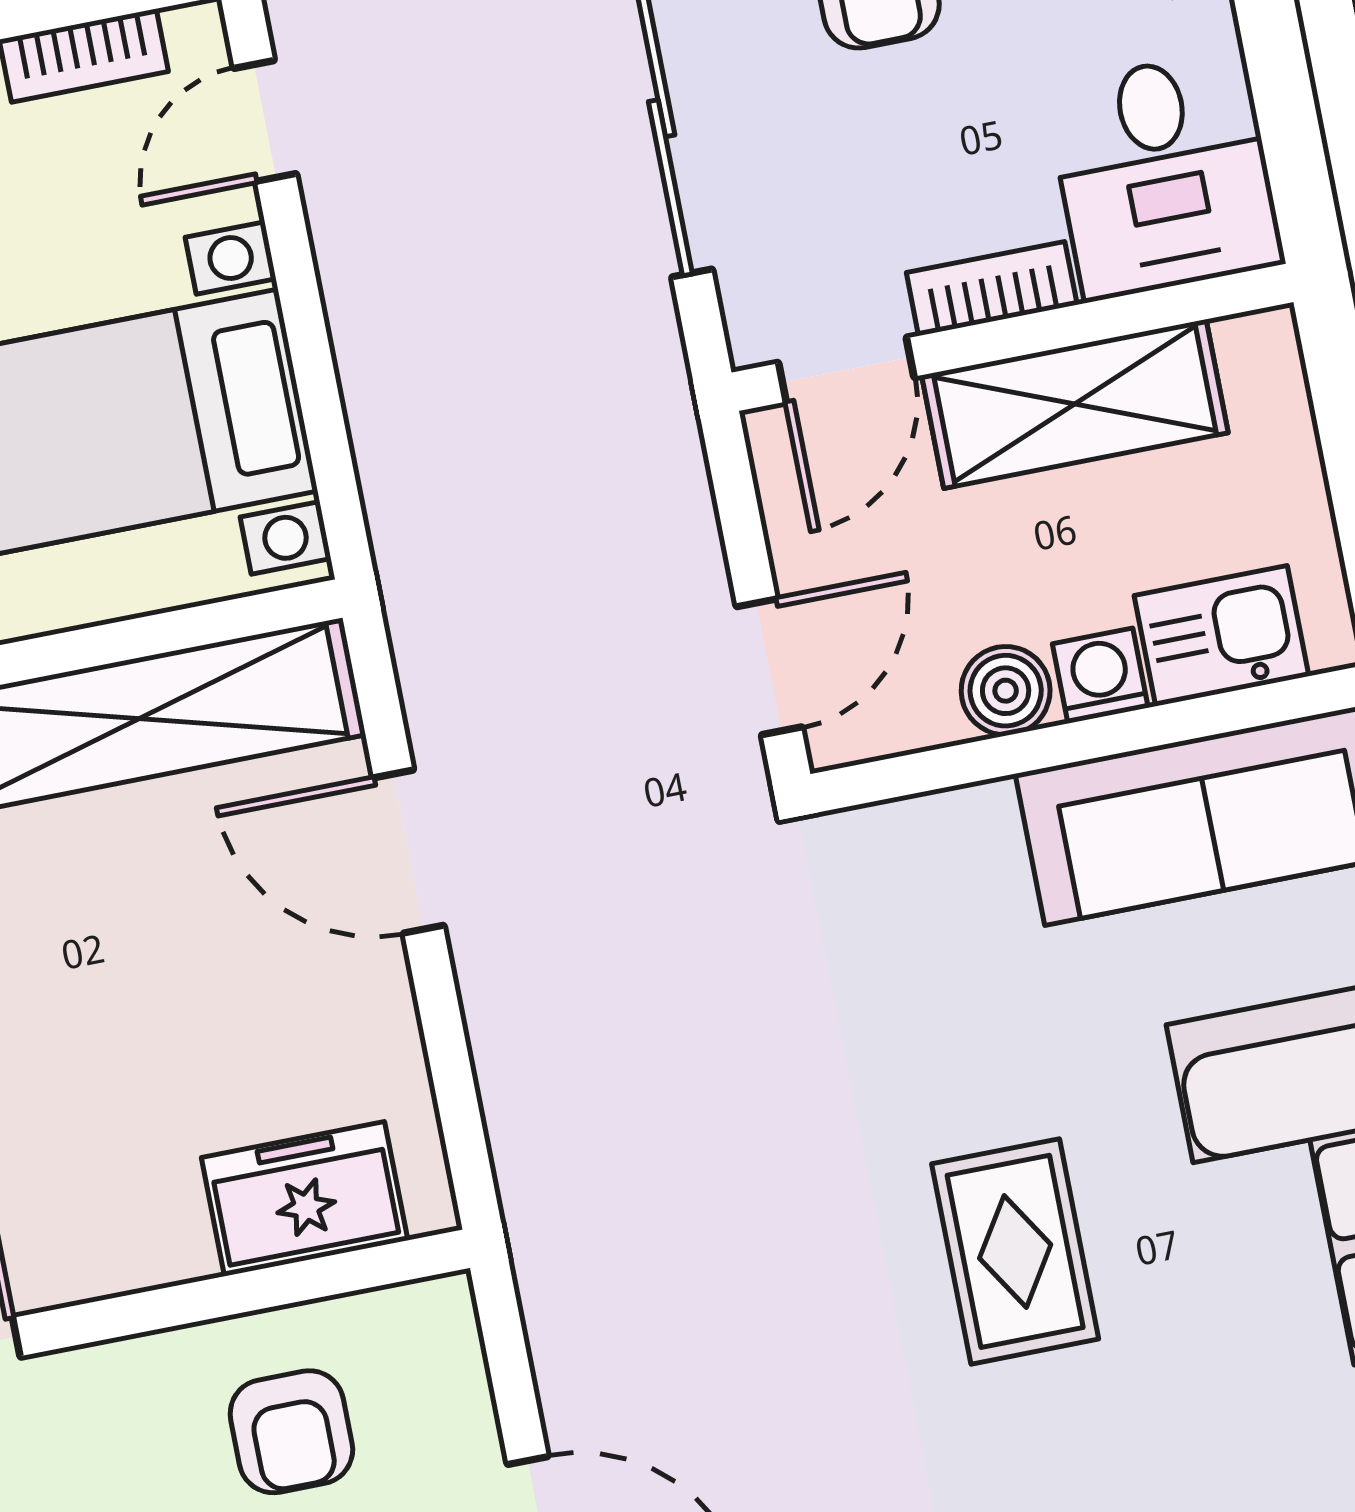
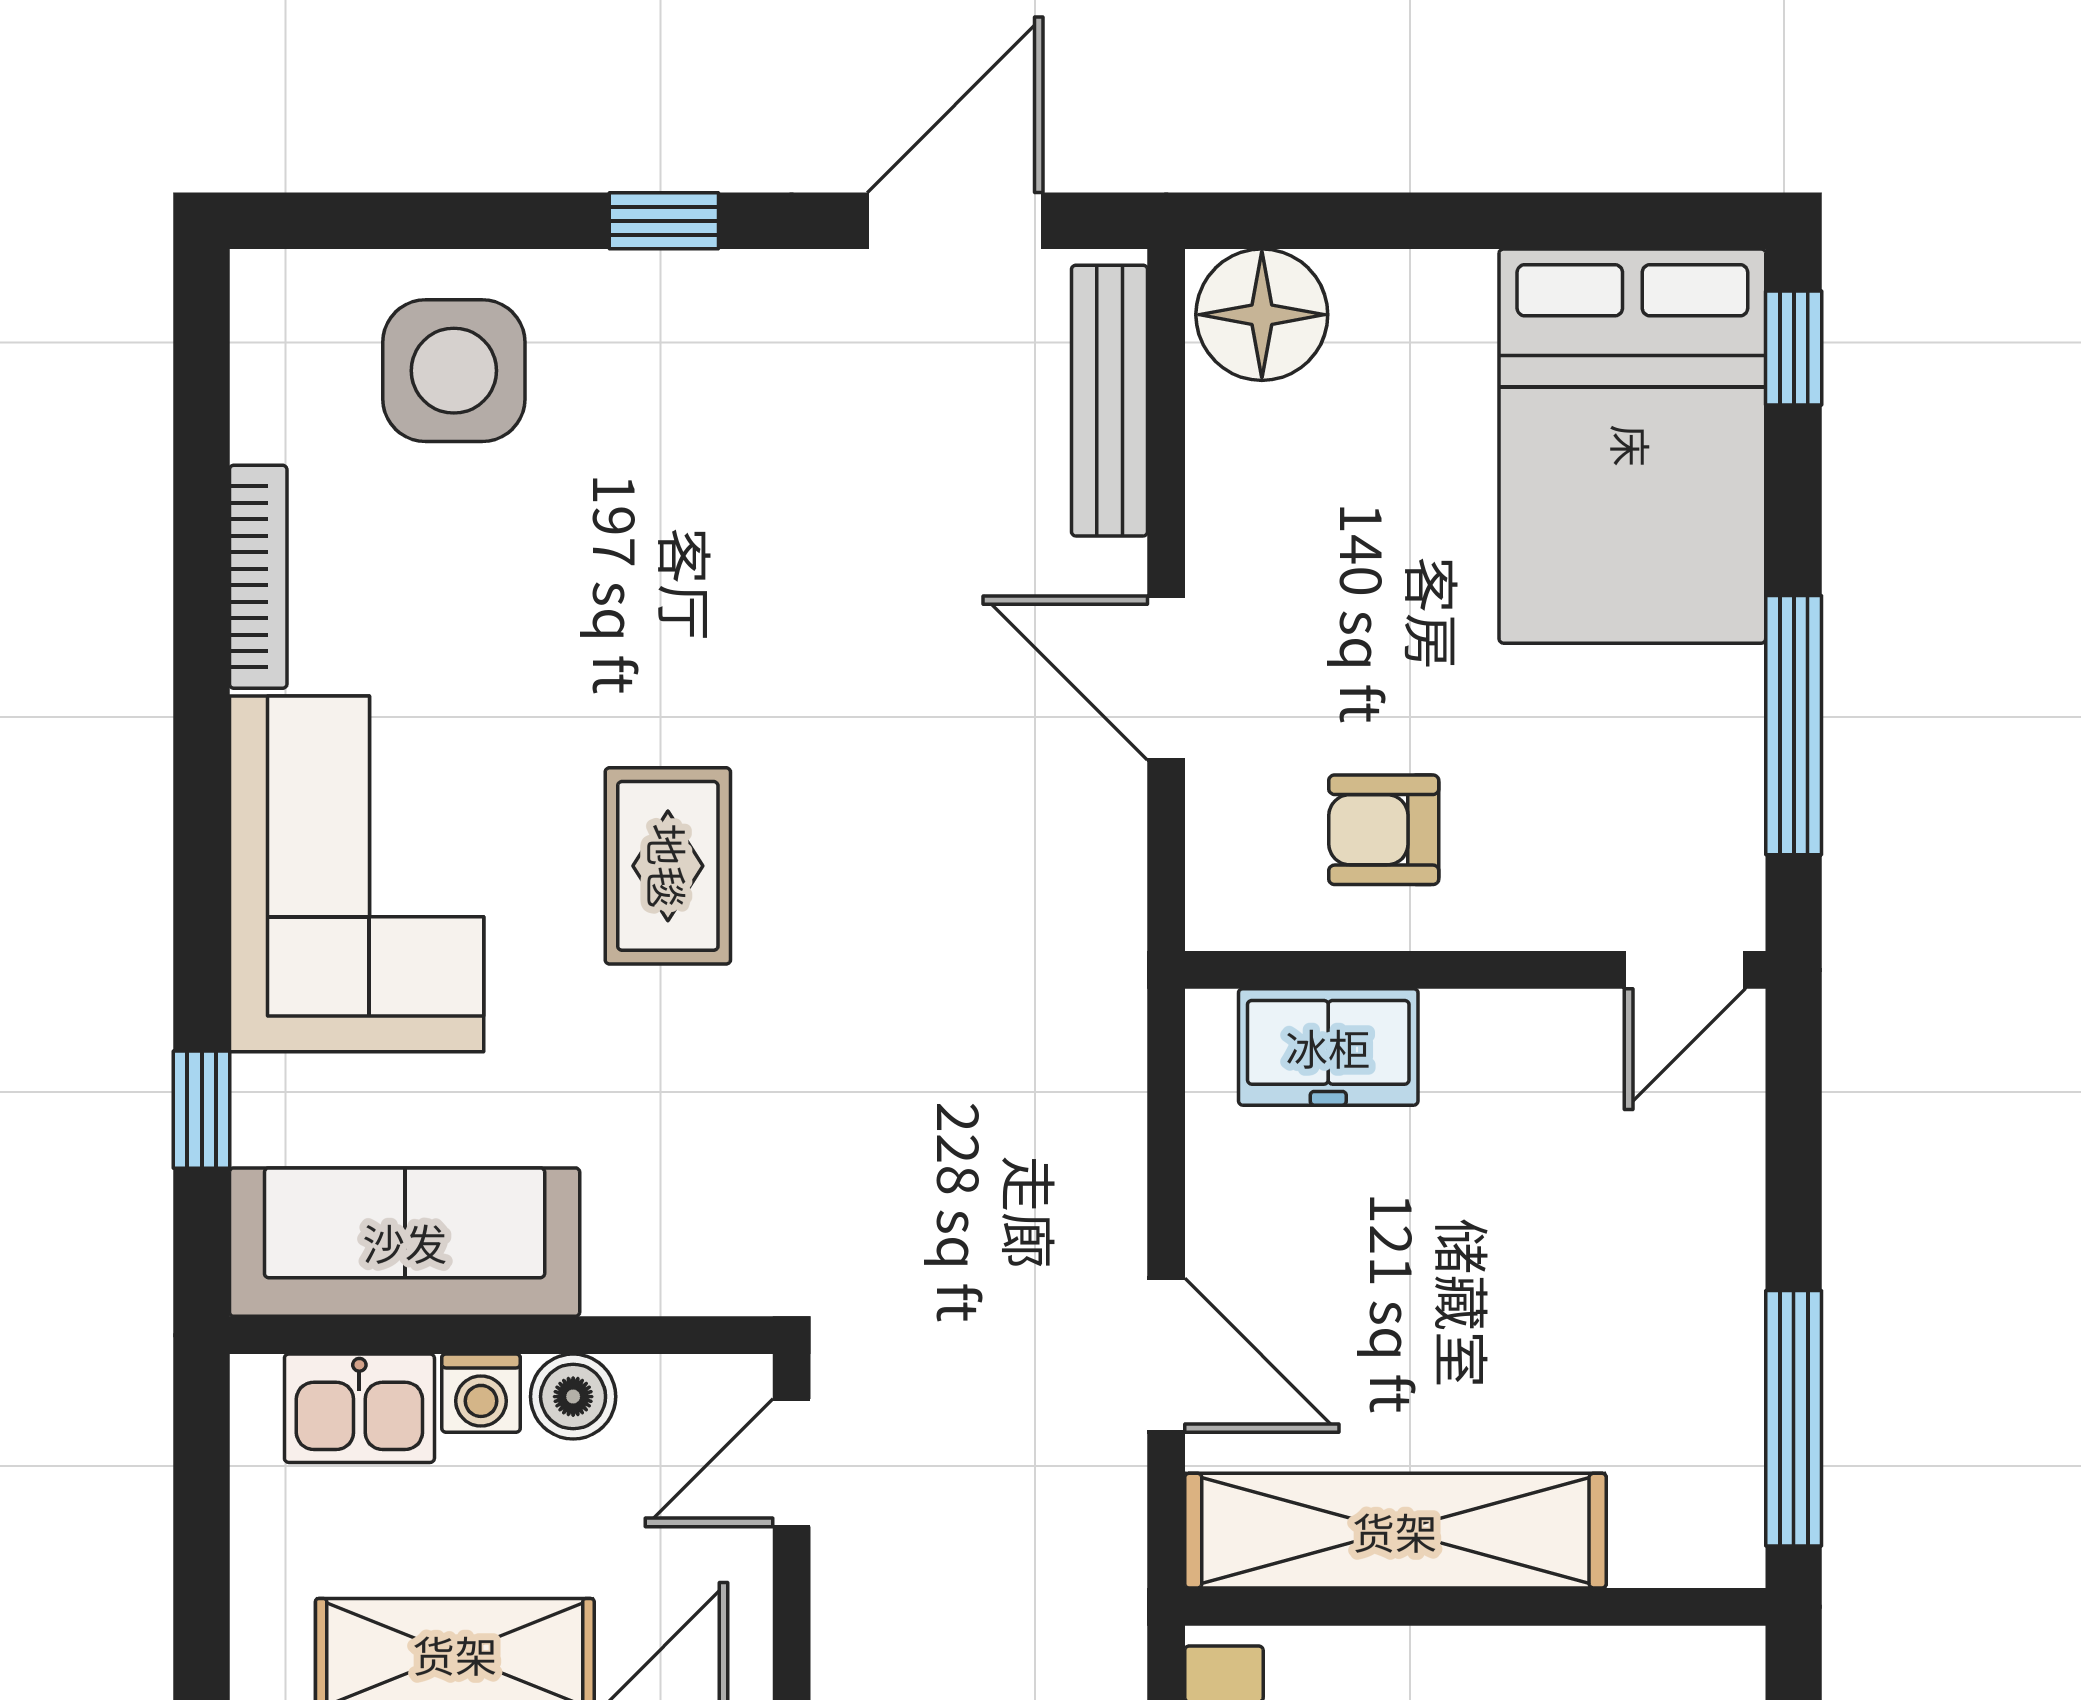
armchair: (291, 1432) -> (1384, 830), turned -90

